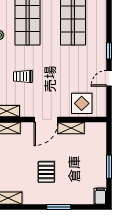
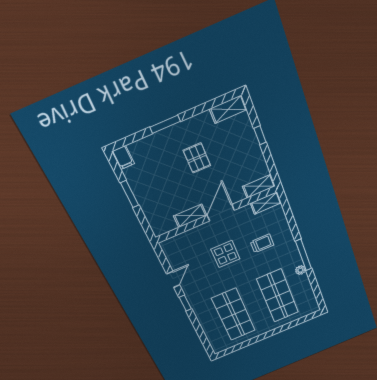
display table: (82, 103) -> (225, 254), moved

